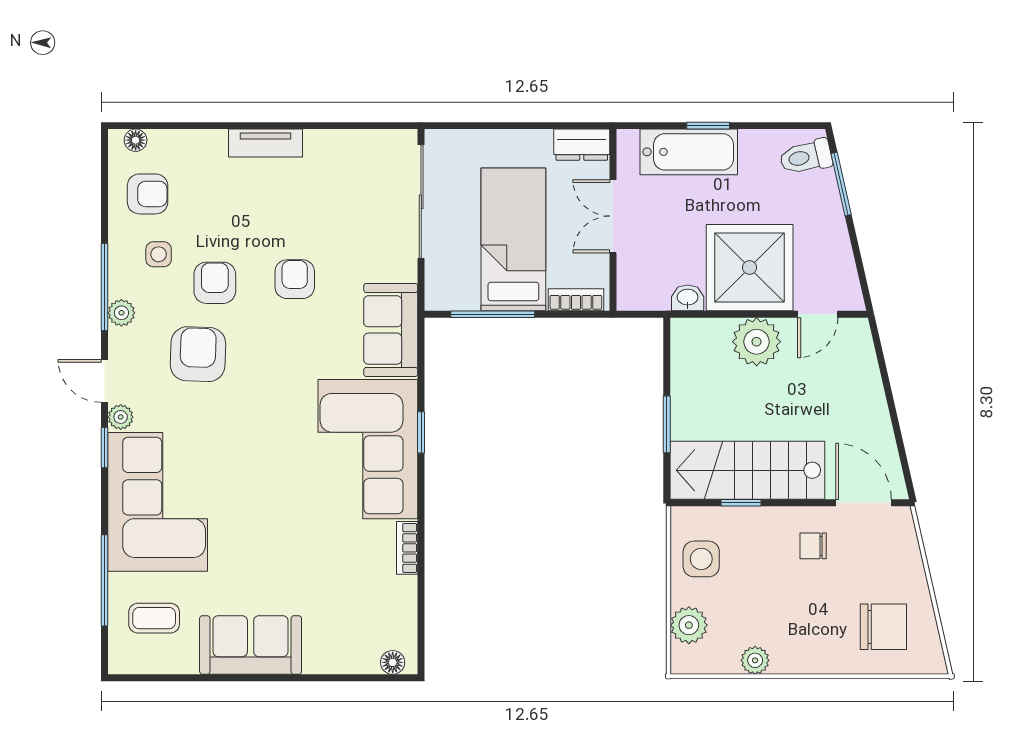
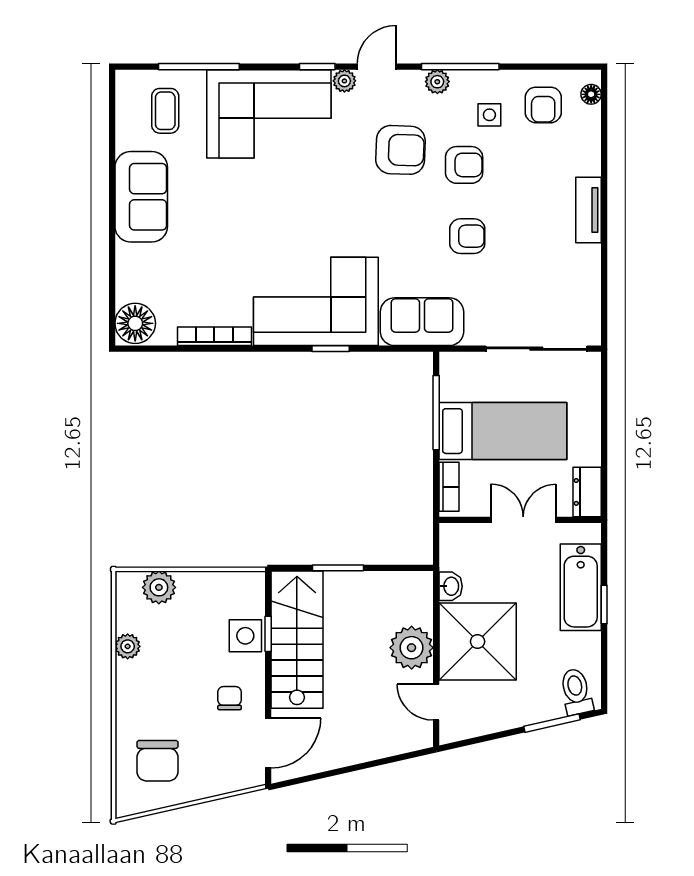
bookcase: (407, 548) -> (214, 336), width x1.56
side table: (701, 559) -> (245, 636), moved
floor lamp: (393, 662) -> (135, 323), width x1.89, depth x1.89

